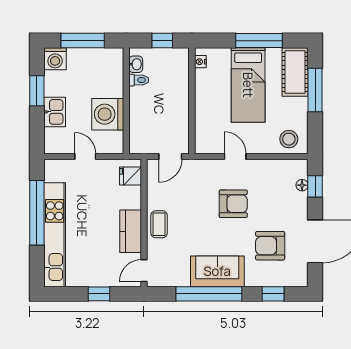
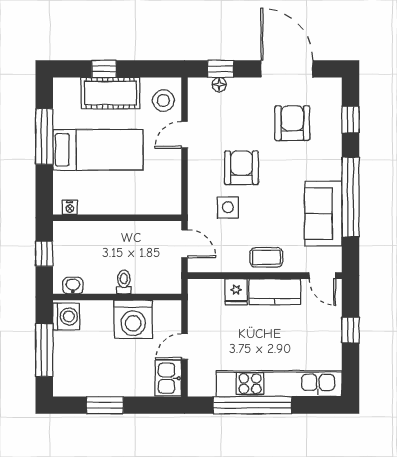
washing machine: (55, 59) -> (66, 317), moved
cot: (295, 72) -> (110, 93), moved
toilet: (139, 80) -> (124, 282), moved
window: (315, 90) -> (104, 69), width x0.46
kitchen sink: (55, 112) -> (168, 378), moved, turned -90
door: (235, 157) -> (185, 135), moved
fridge: (131, 176) -> (236, 292), moved
side table: (201, 192) -> (228, 207), added
armchair: (270, 246) -> (292, 123), turned 180
sofa: (217, 271) -> (323, 214), moved

